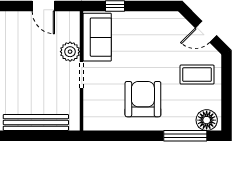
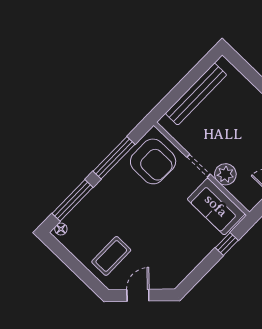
armchair: (143, 99) -> (153, 161), moved
floor lamp: (207, 120) -> (61, 229), width x0.53, depth x0.53
window: (131, 136) -> (114, 158), added

